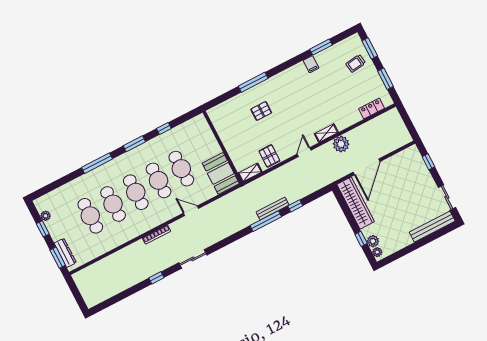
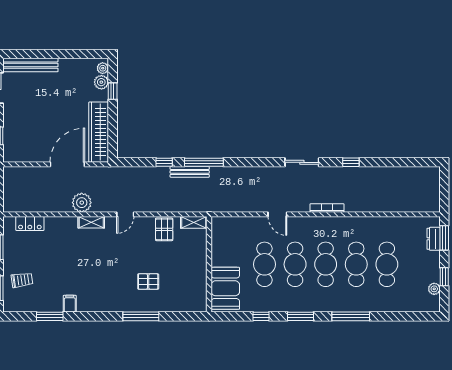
booth: (221, 173) -> (225, 288), moved
dresser: (65, 253) -> (434, 239), width x0.70

